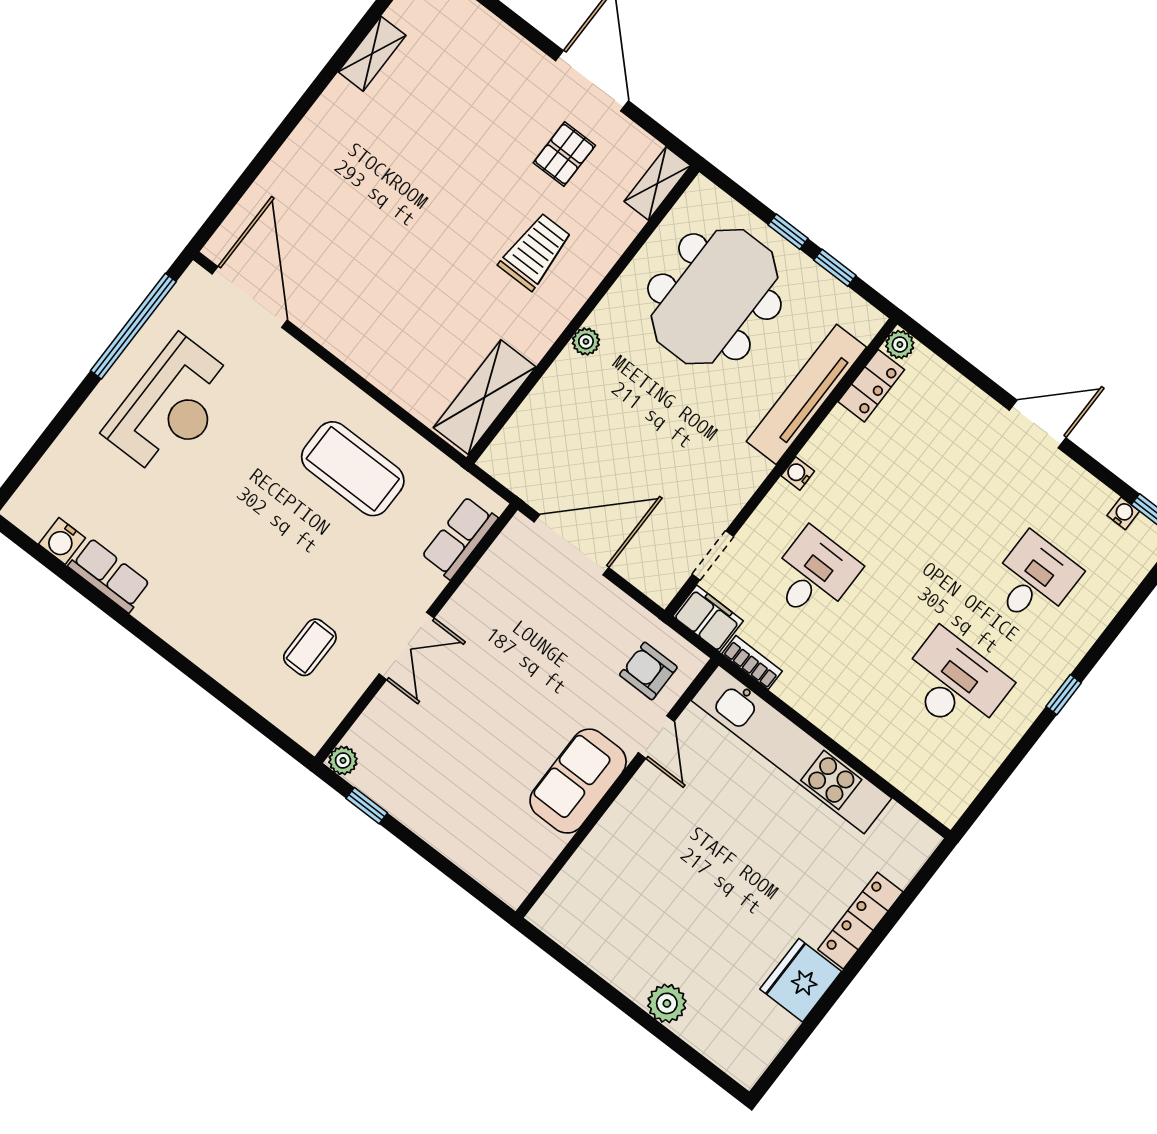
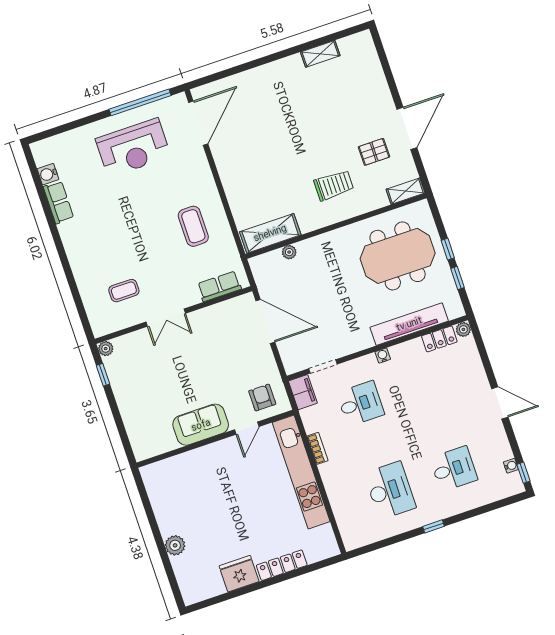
plant: (586, 341) -> (289, 252), moved
coffee table: (353, 469) -> (193, 226), width x0.73, depth x0.76
bookcase: (752, 662) -> (318, 448), moved

